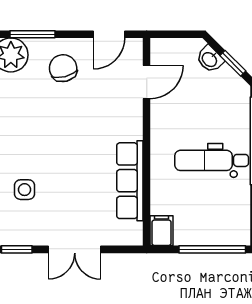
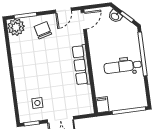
door: (147, 82) -> (84, 21), moved
row of seats: (130, 181) -> (81, 65), moved
side table: (24, 190) -> (37, 103), moved

